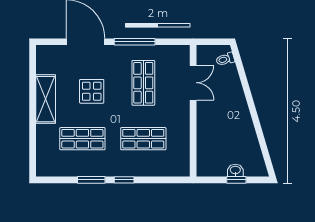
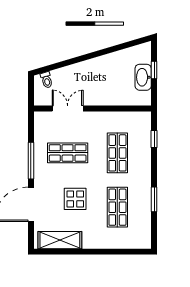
shelving: (46, 99) -> (60, 240), moved
washbasin: (235, 170) -> (143, 77), width x1.91, depth x1.45
window: (124, 180) -> (154, 139), moved

